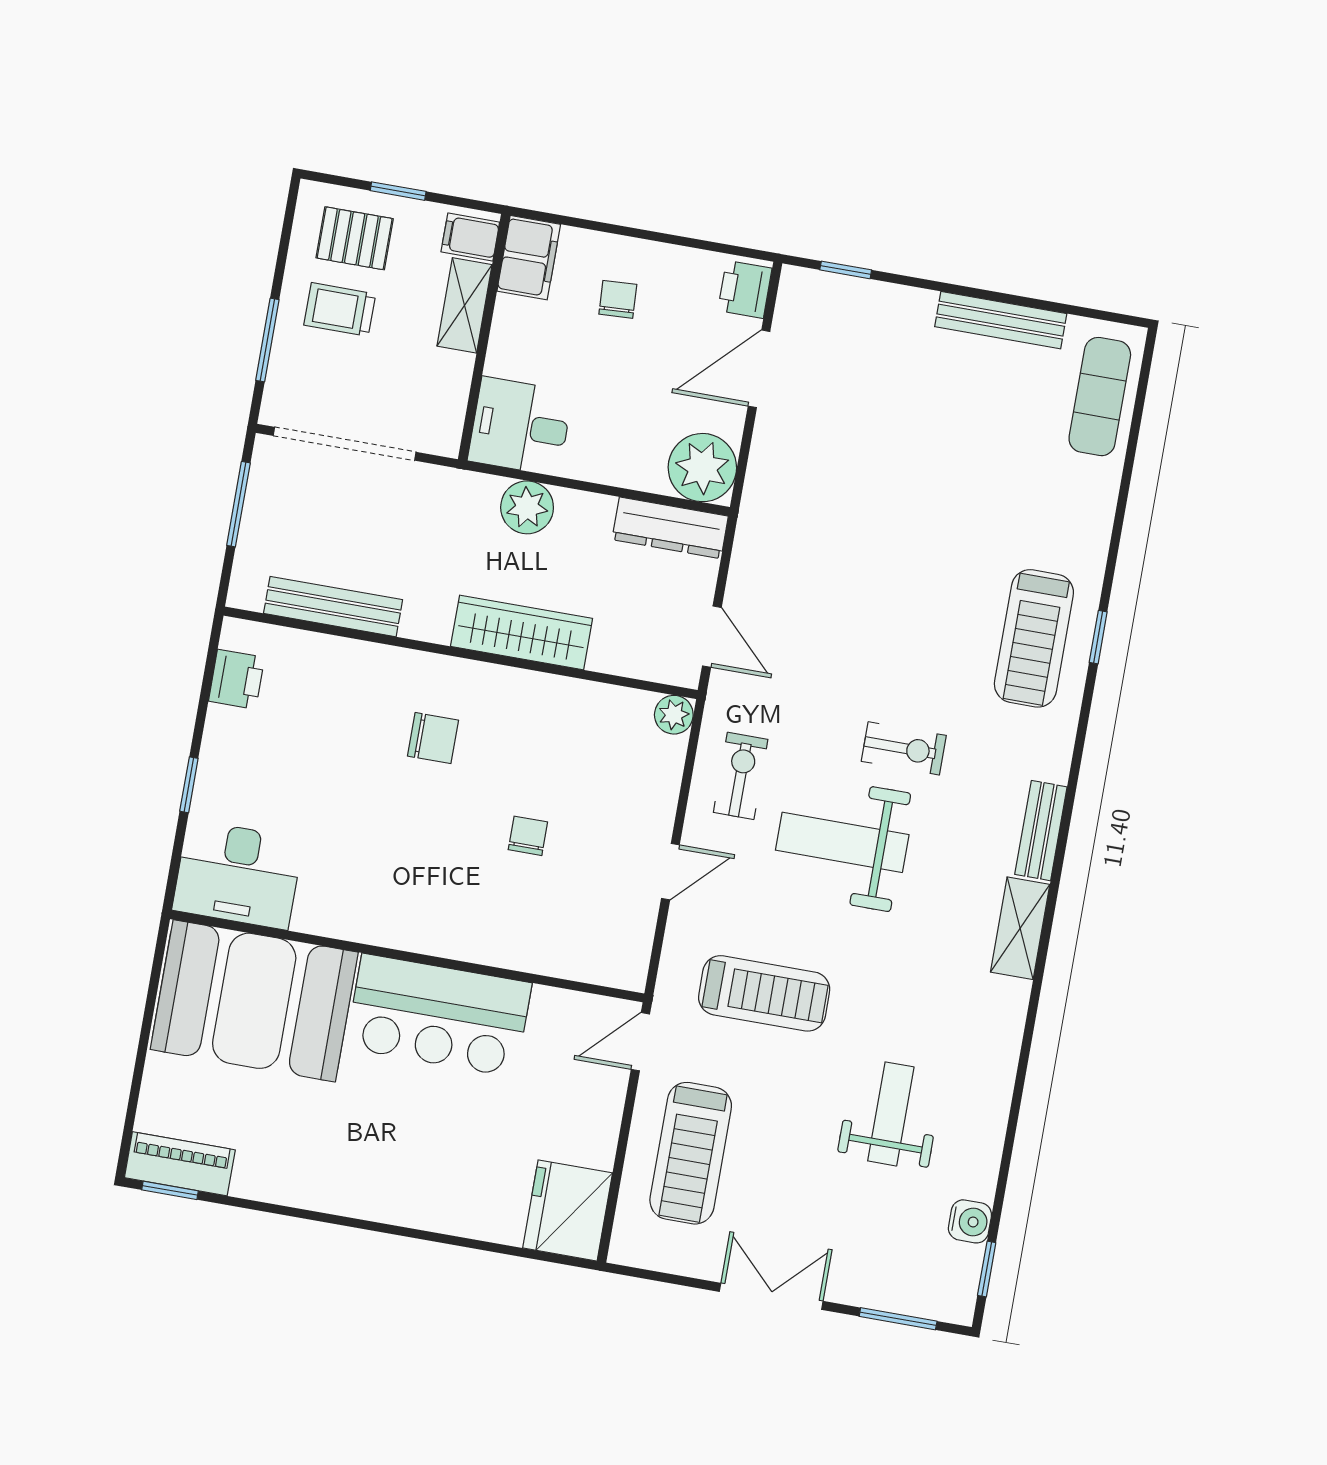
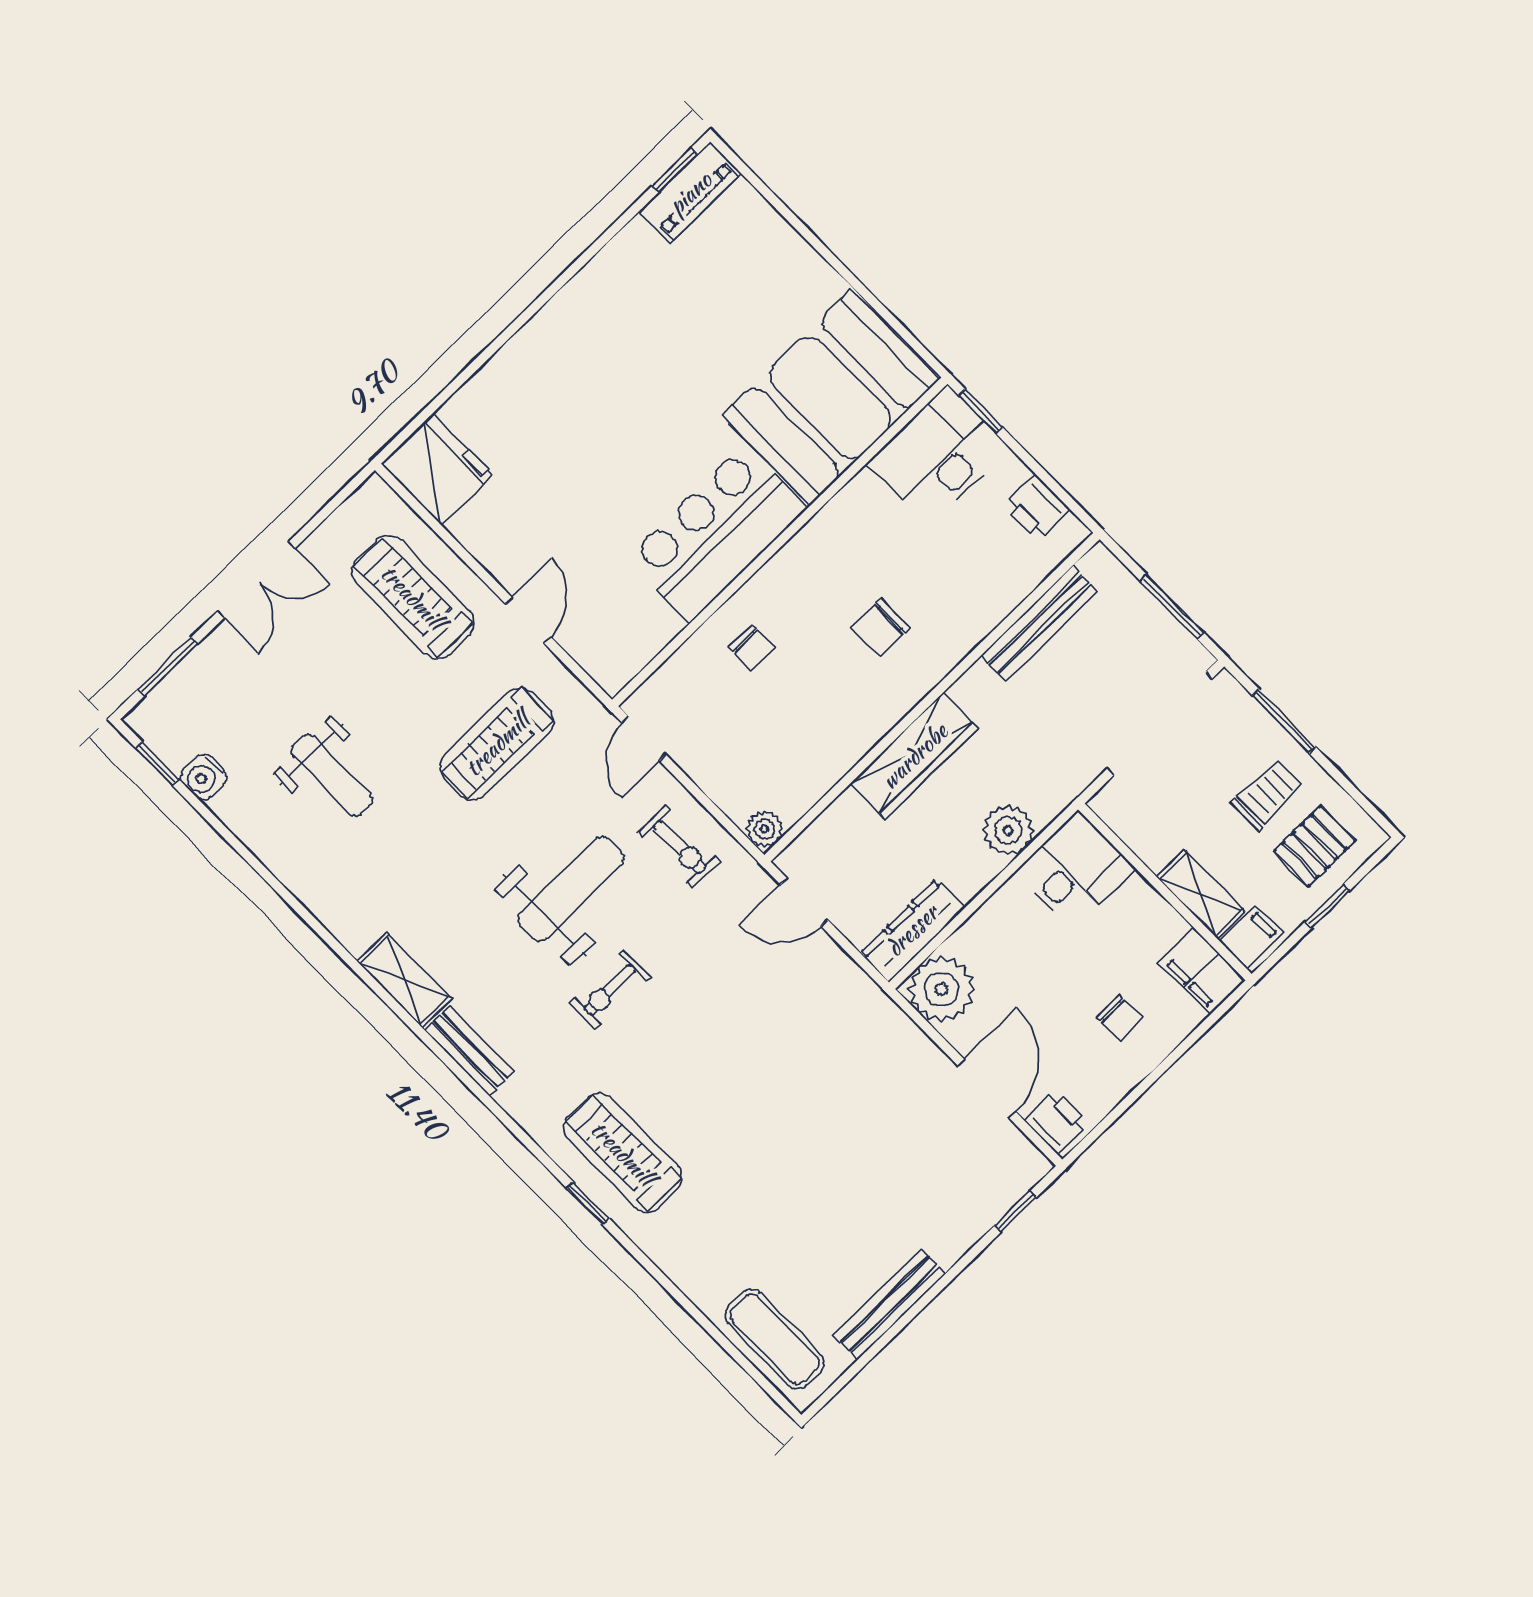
desk: (238, 875) -> (938, 455), moved
wall: (407, 956) -> (780, 542), moved
booth: (254, 1001) -> (830, 398), moved
bar counter: (439, 1015) -> (716, 534), moved

